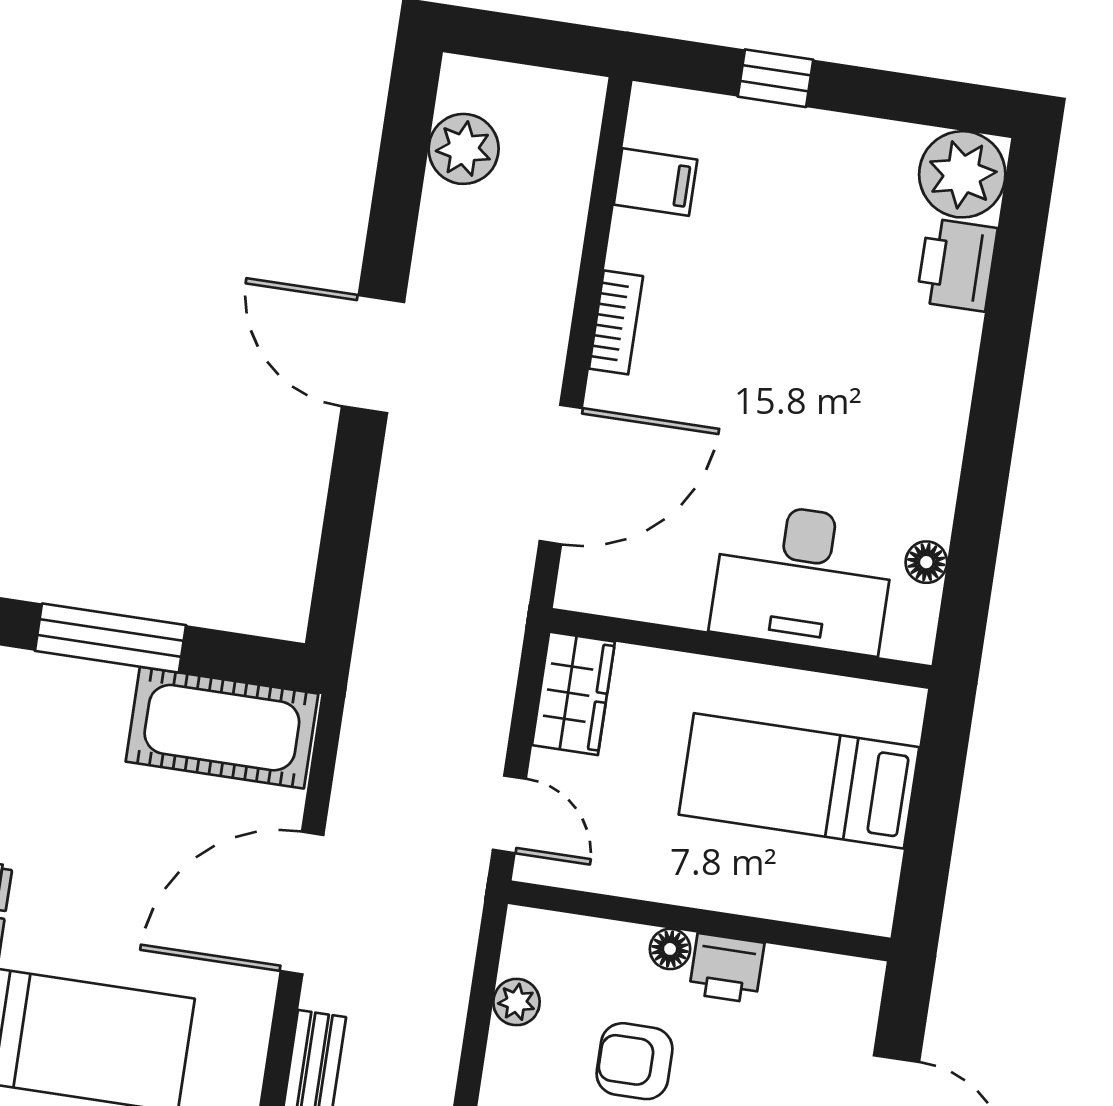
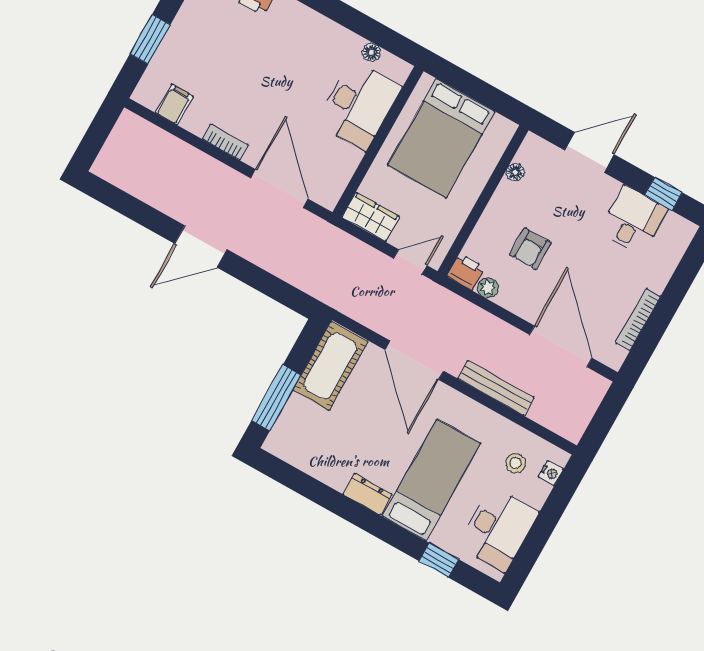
window: (776, 78) -> (150, 39), width x1.50
plant: (464, 149) -> (131, 178), removed
bed: (799, 781) -> (441, 138), width x1.50
floor lamp: (670, 949) -> (515, 172), moved
printer: (726, 968) -> (466, 272), moved, turned -90

